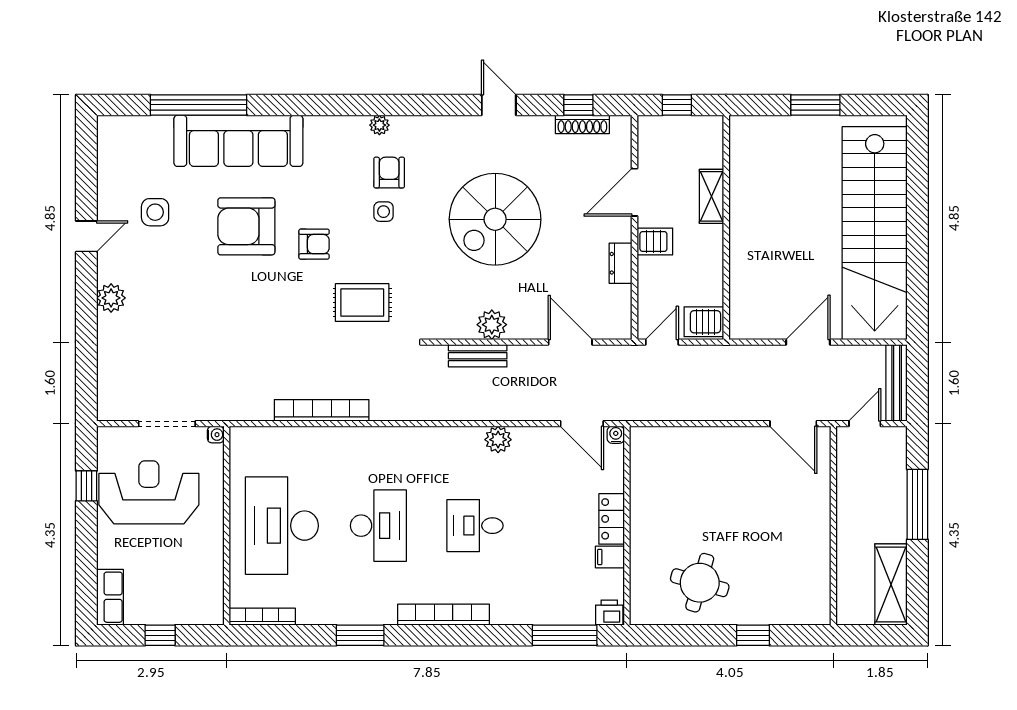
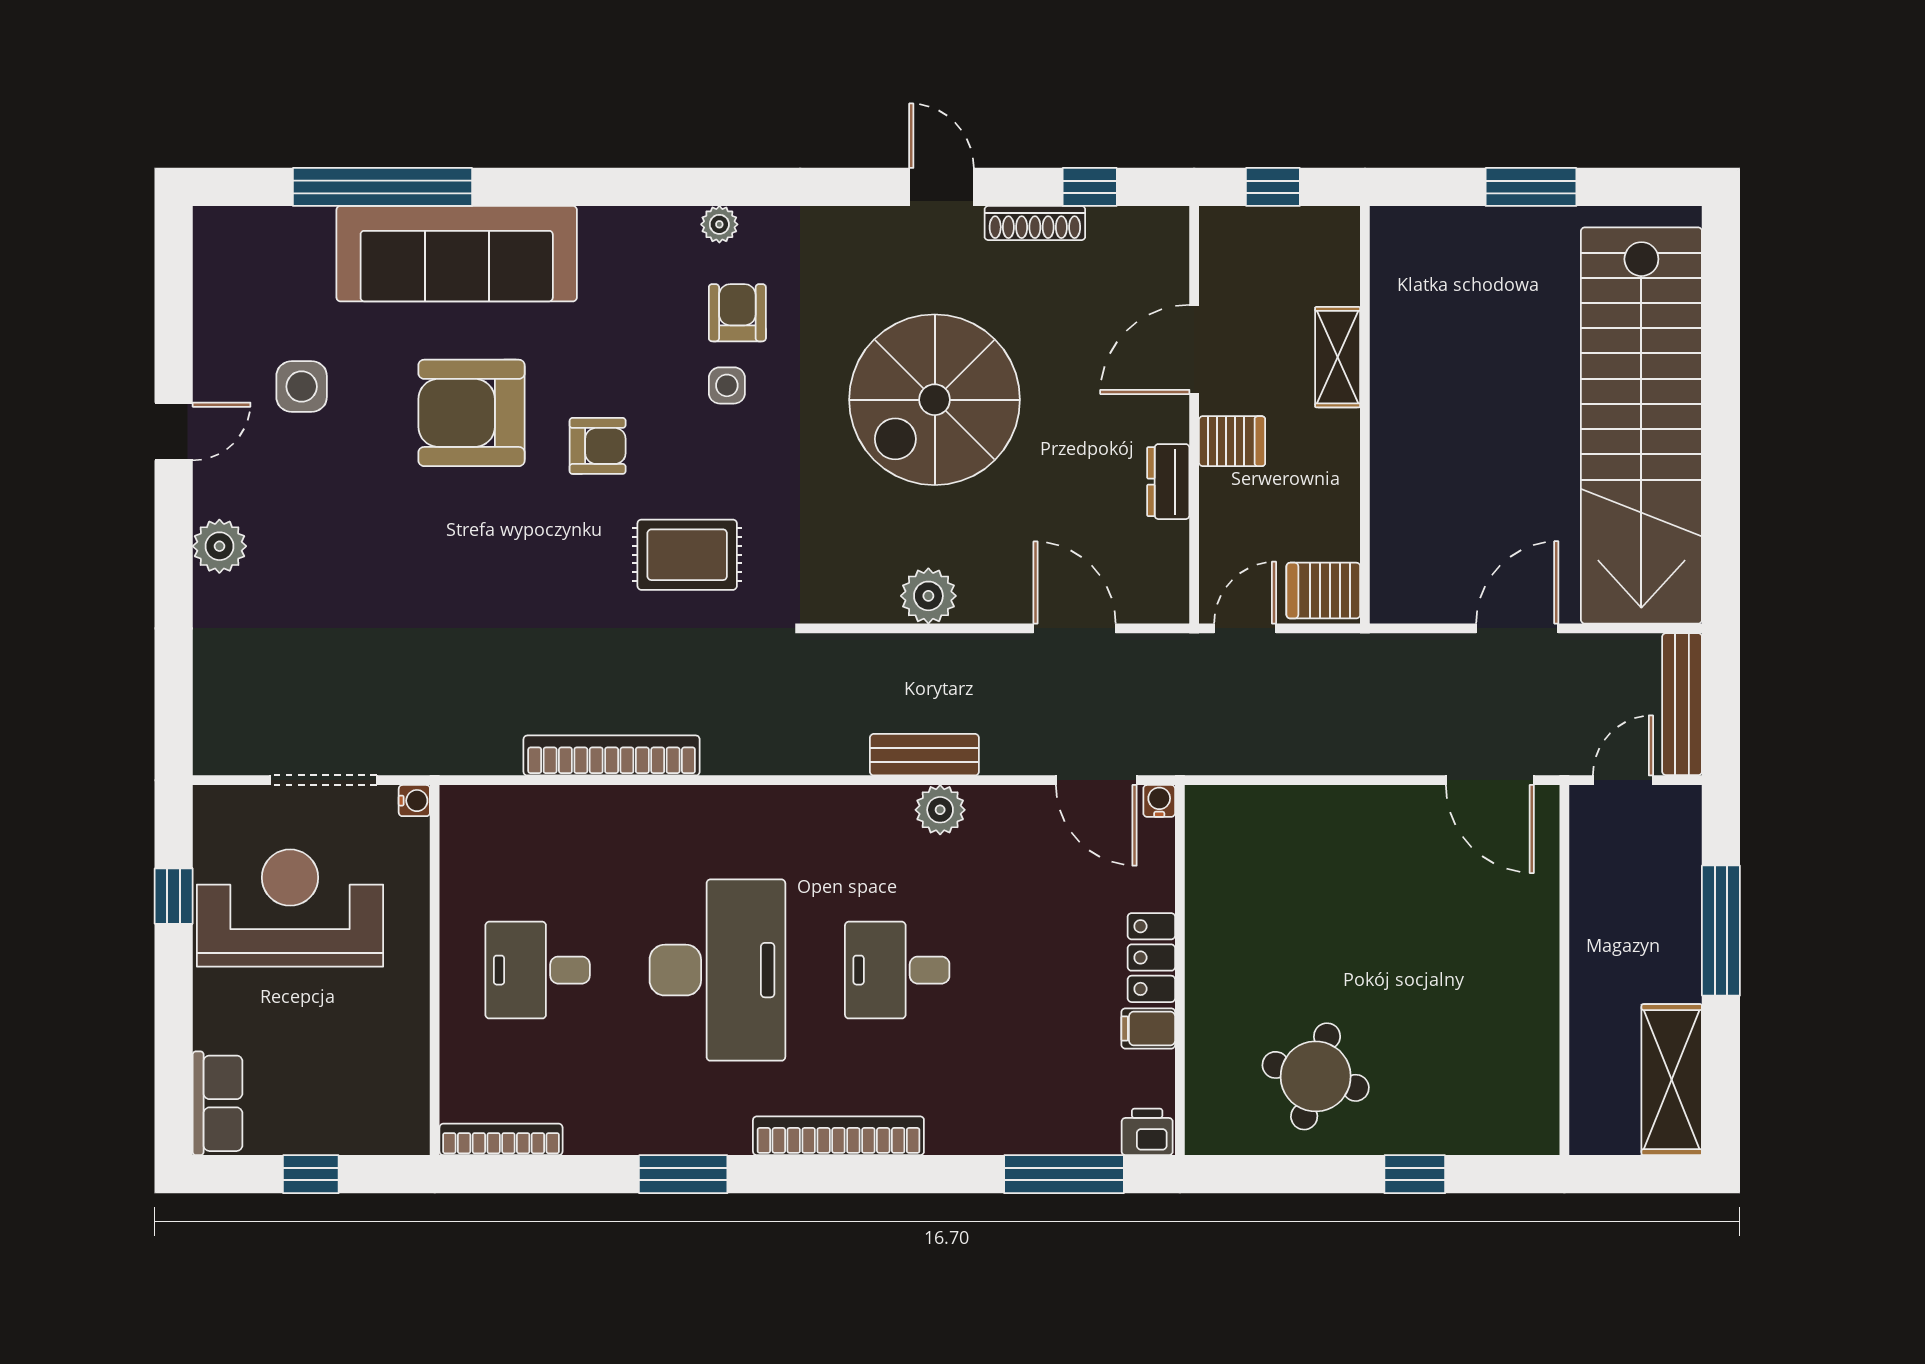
shoe rack: (582, 124) -> (1035, 223), moved
bench: (478, 356) -> (924, 755), moved
desk: (282, 526) -> (538, 970), width x0.53, depth x0.77
desk: (378, 526) -> (717, 970), width x1.36, depth x1.30

